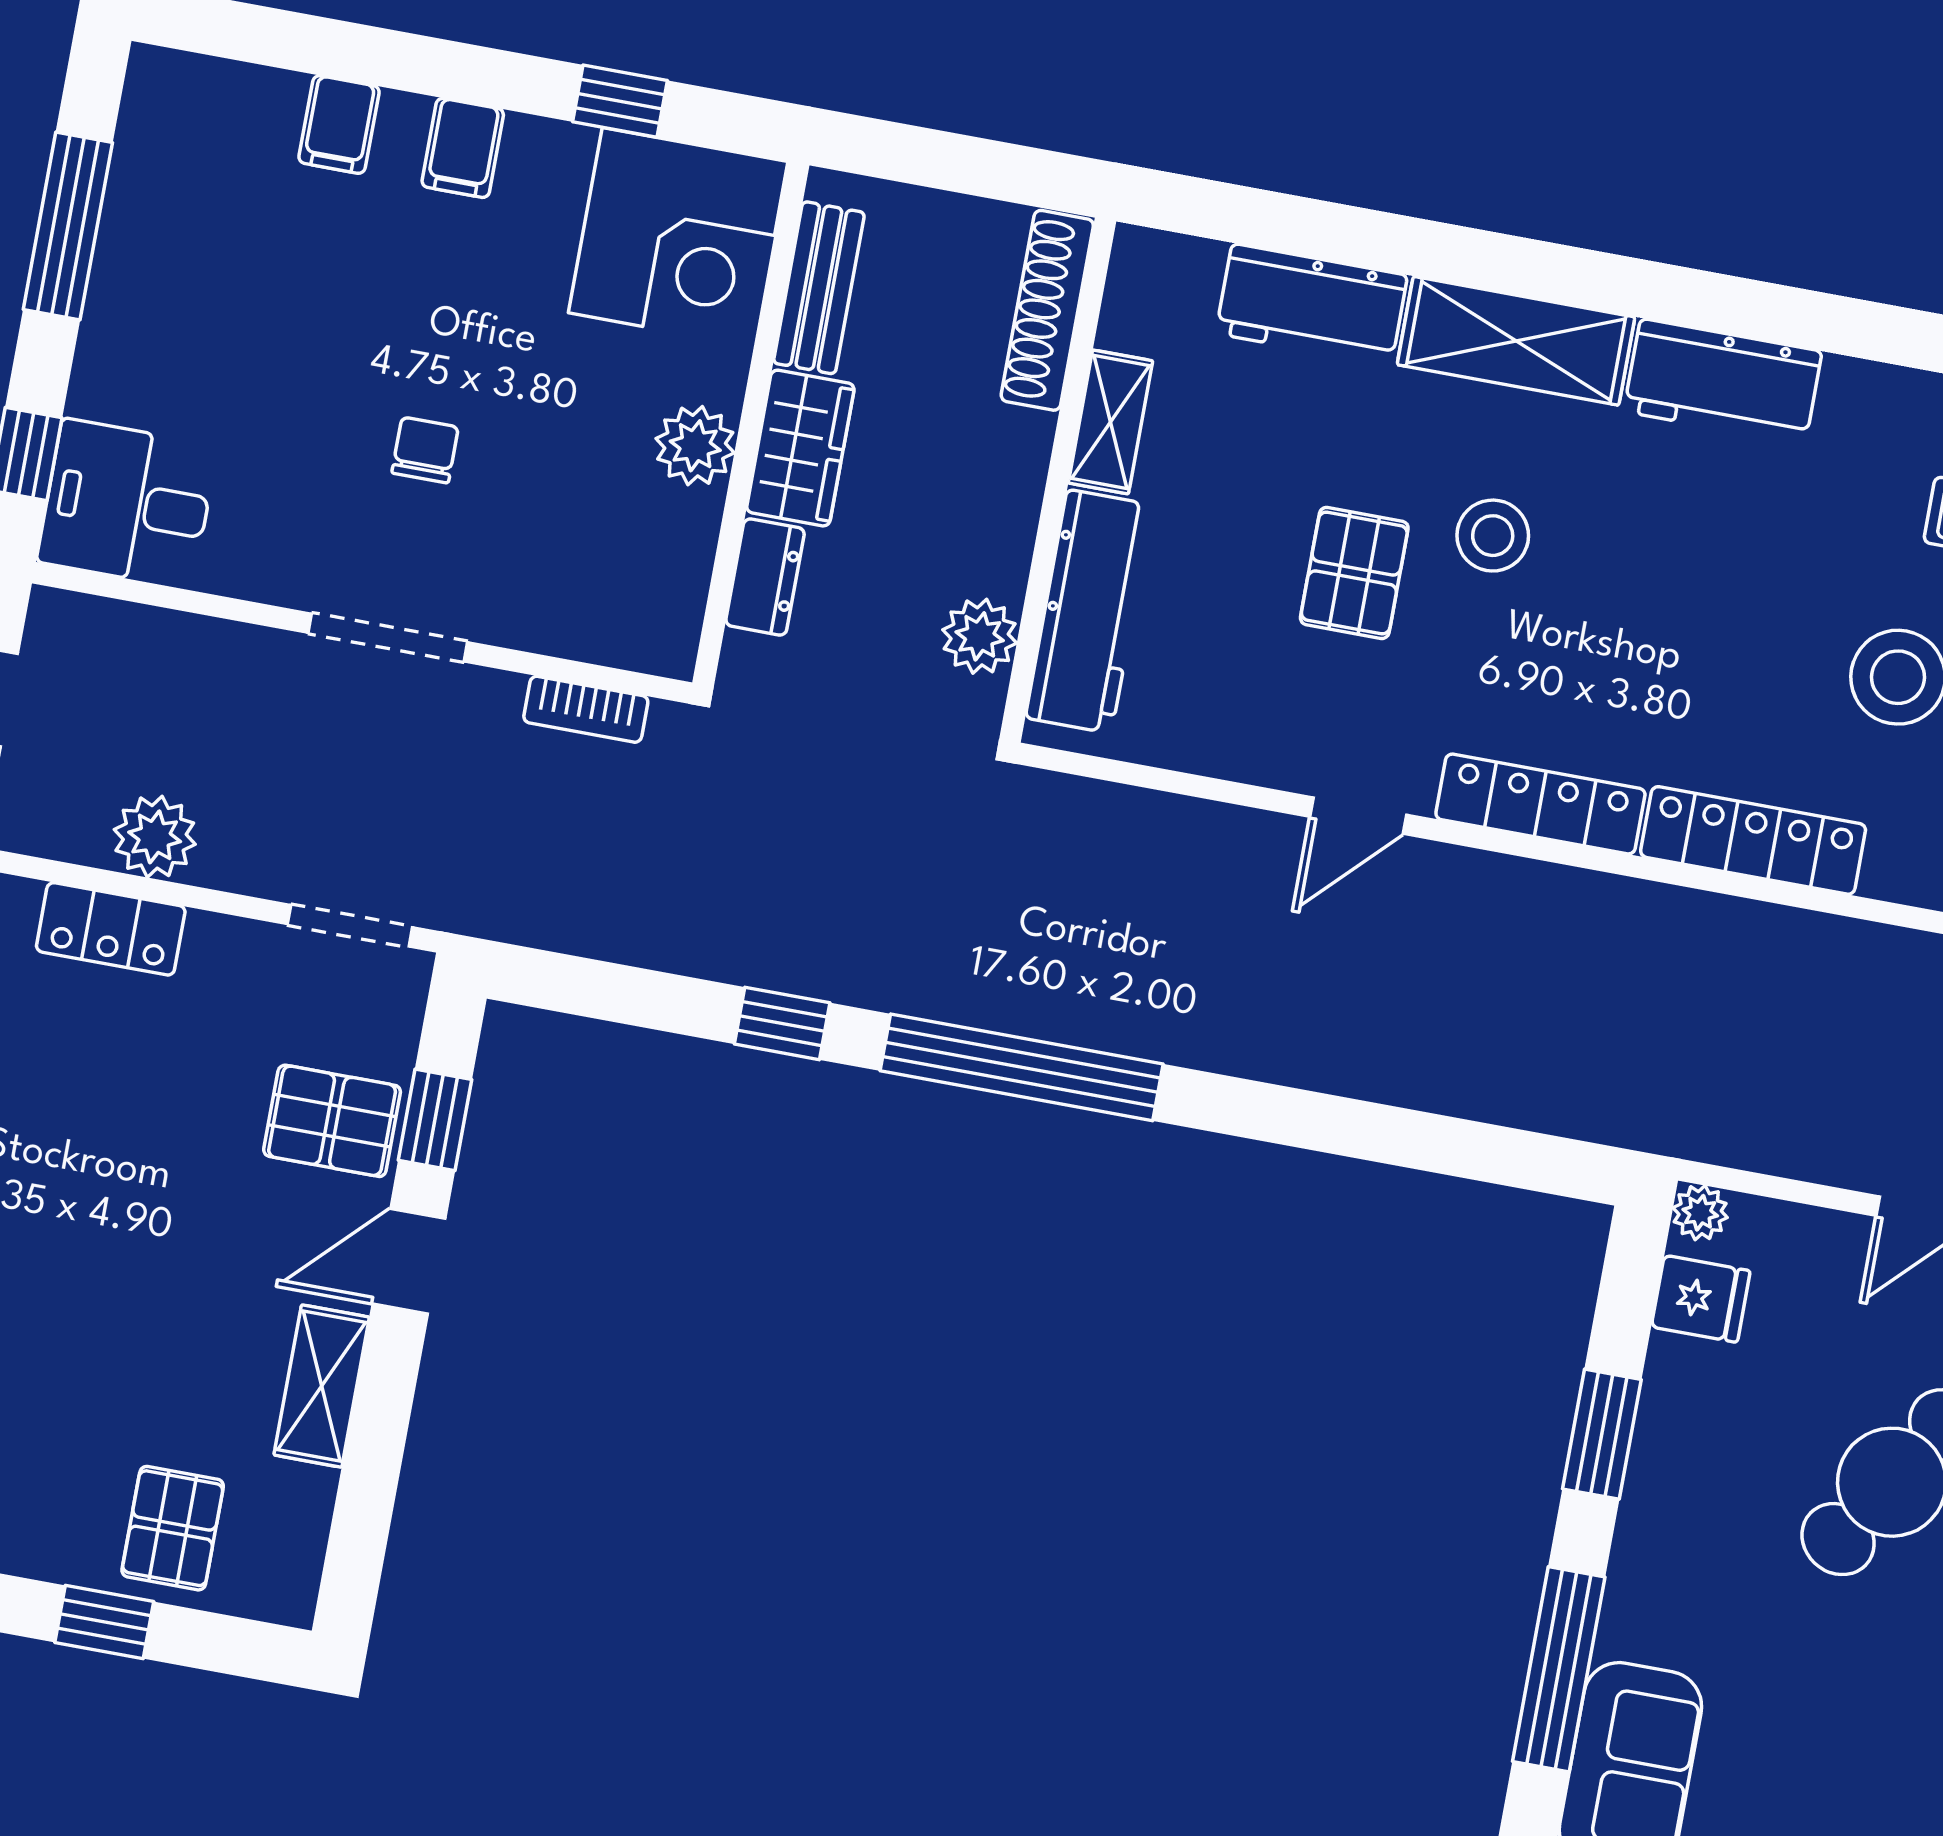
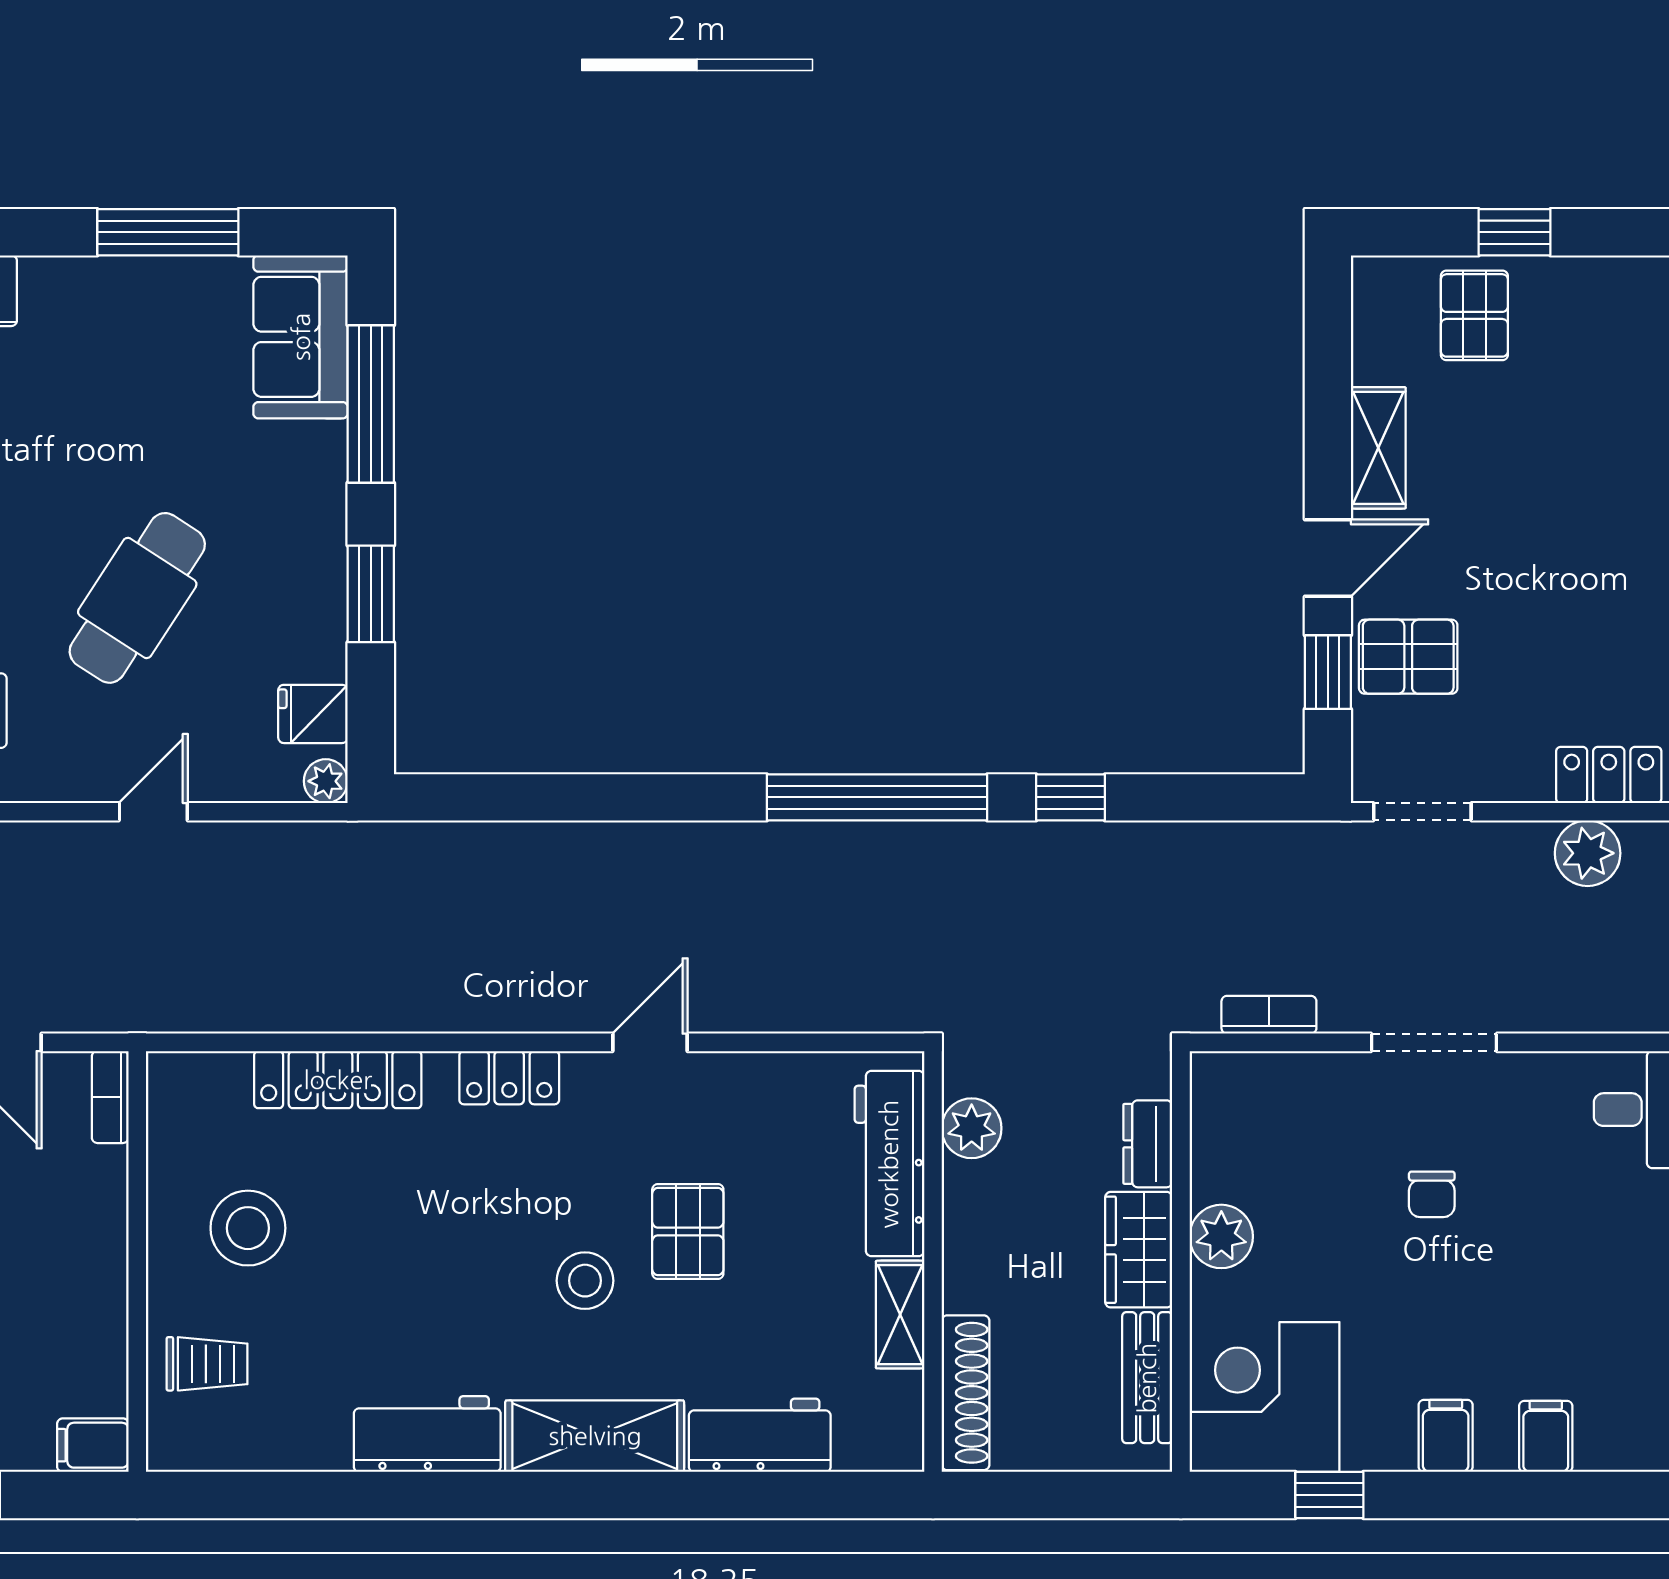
locker: (1540, 804) -> (509, 1078), width x0.66

